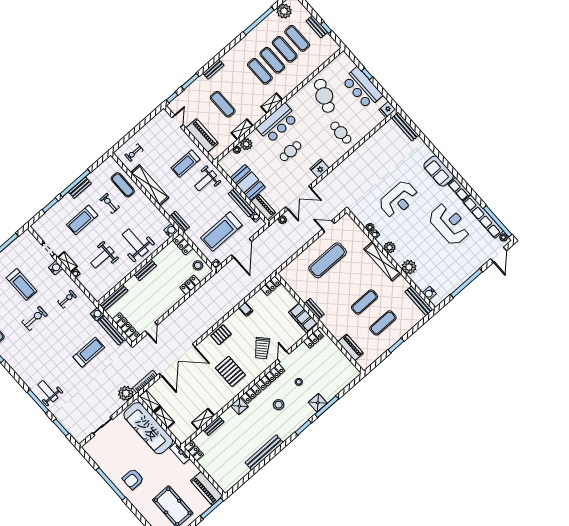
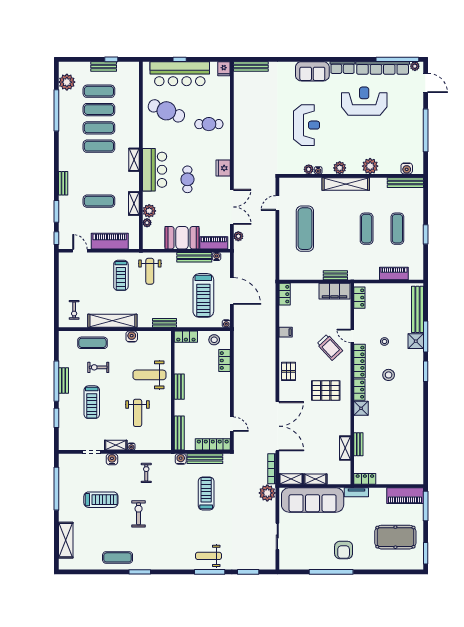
bar counter: (362, 88) -> (180, 74), width x1.36
water cooler: (171, 230) -> (132, 337), moved
bench: (264, 452) -> (418, 309), moved

